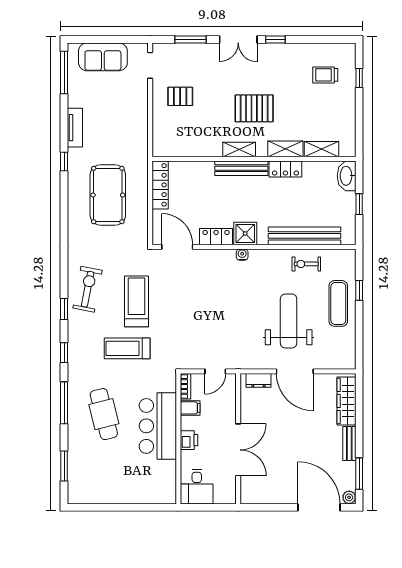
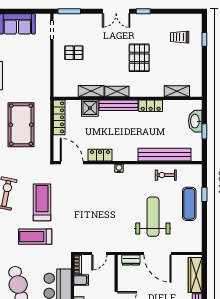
window: (191, 39) -> (69, 11), moved
pallet: (254, 108) -> (139, 58), moved, turned 90
shelving: (285, 149) -> (91, 91), moved
washbasin: (347, 176) -> (195, 121), moved
shower: (245, 233) -> (90, 108), moved

